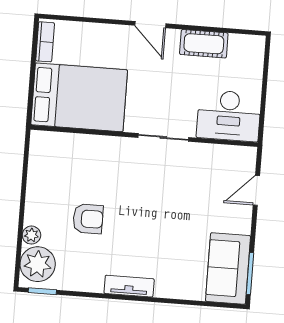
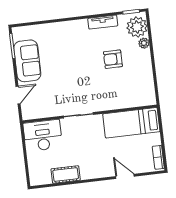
door: (150, 25) -> (125, 176), moved
bed: (79, 97) -> (131, 123), width x0.67
sofa: (228, 268) -> (27, 61), moved
tv unit: (129, 286) -> (103, 22), moved

